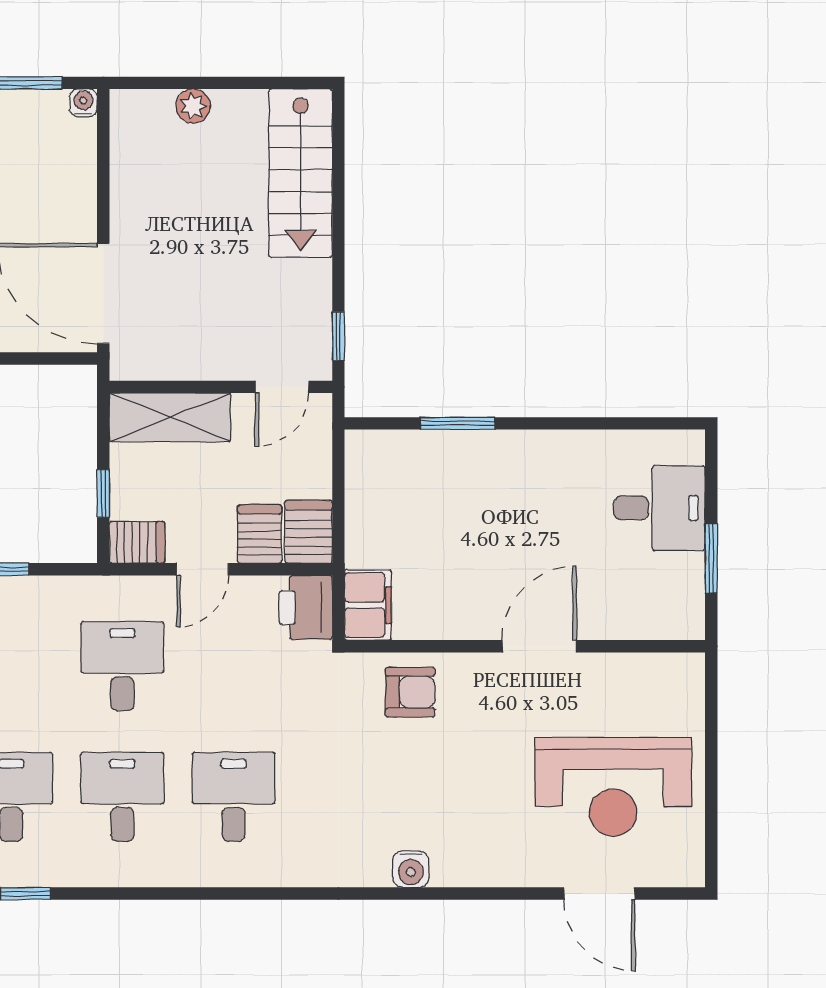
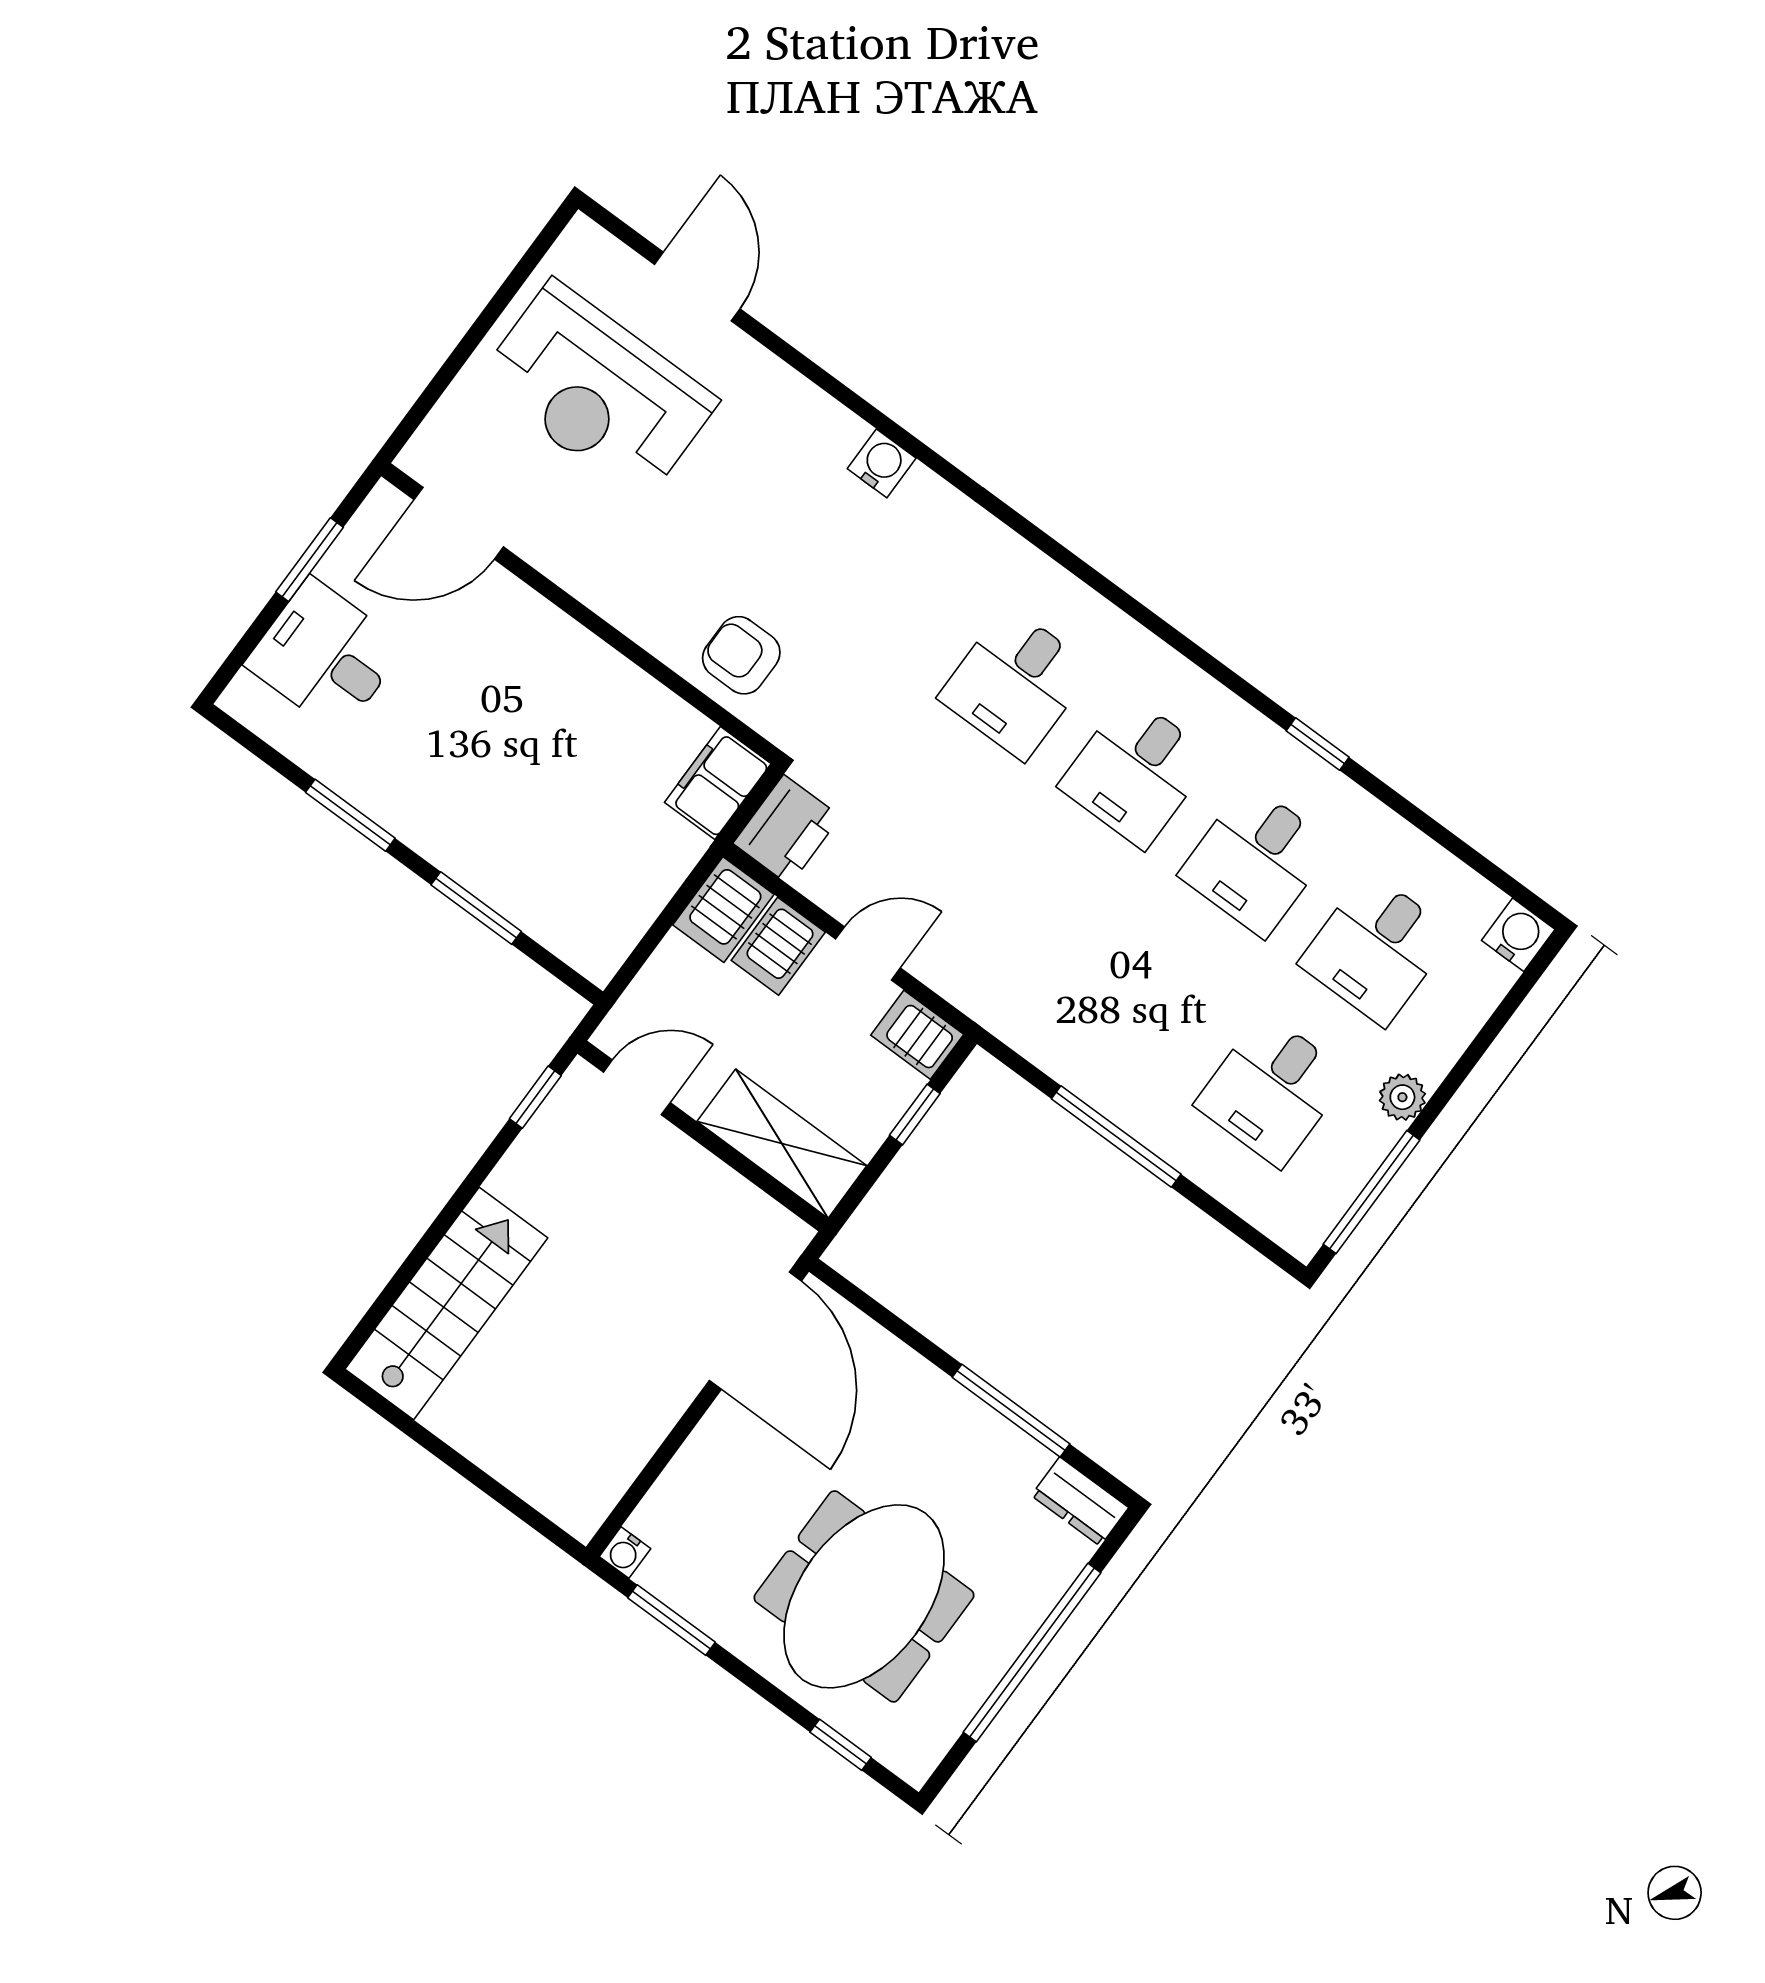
plant: (193, 106) -> (509, 1462), removed
window: (574, 423) -> (350, 815), added
door: (539, 646) -> (459, 523), moved
desk: (122, 666) -> (1032, 913), removed
reception desk: (613, 787) -> (597, 391), turned 180

